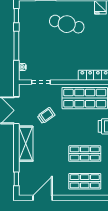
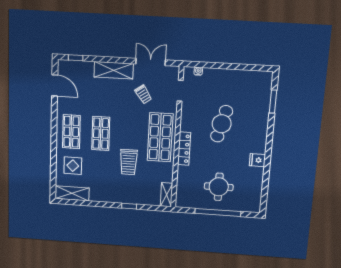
window: (16, 16) -> (256, 68), removed
cafe table: (67, 24) -> (222, 124), moved
window: (16, 46) -> (222, 66), removed

